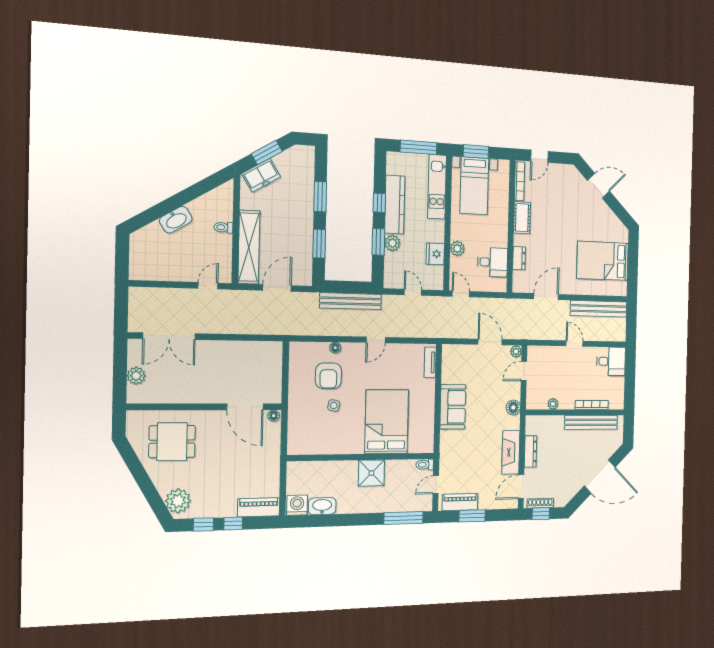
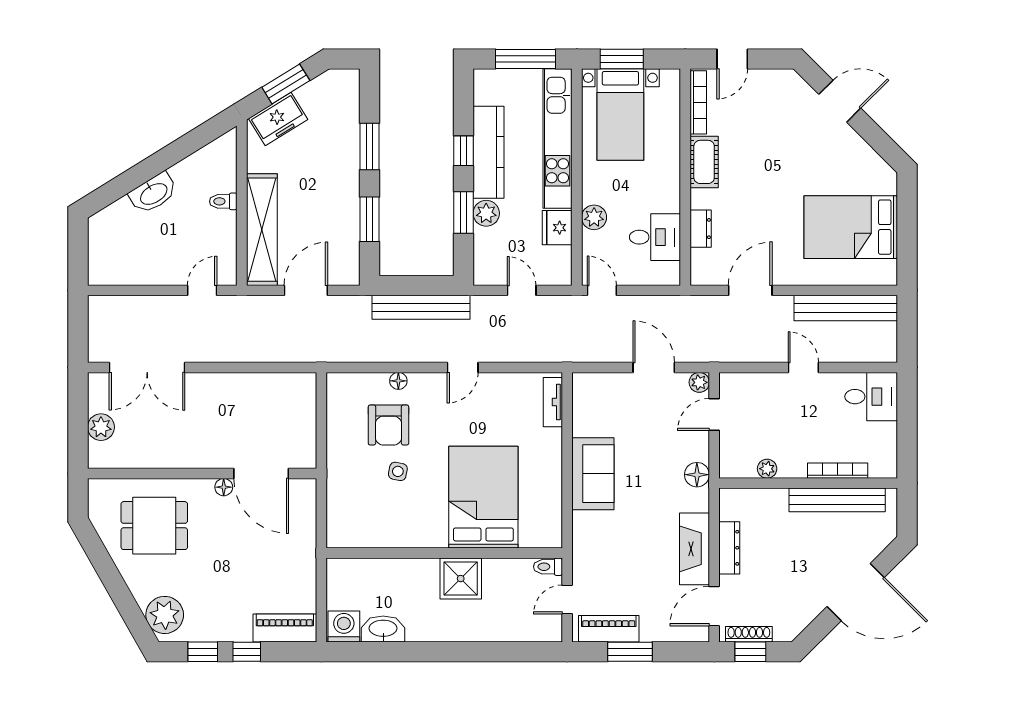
kitchen unit: (437, 187) -> (558, 139), width x1.36
floor lamp: (274, 416) -> (224, 487), moved
window: (403, 518) -> (515, 652), removed

